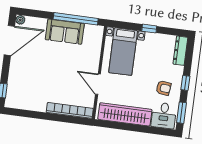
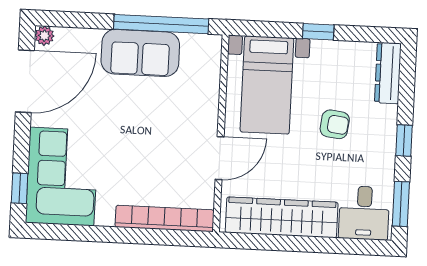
door: (98, 84) -> (220, 158), swing flipped
corner sofa: (23, 87) -> (62, 177), added
armchair: (164, 88) -> (335, 124), moved

